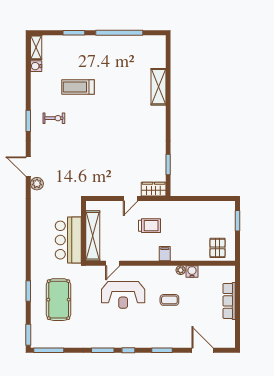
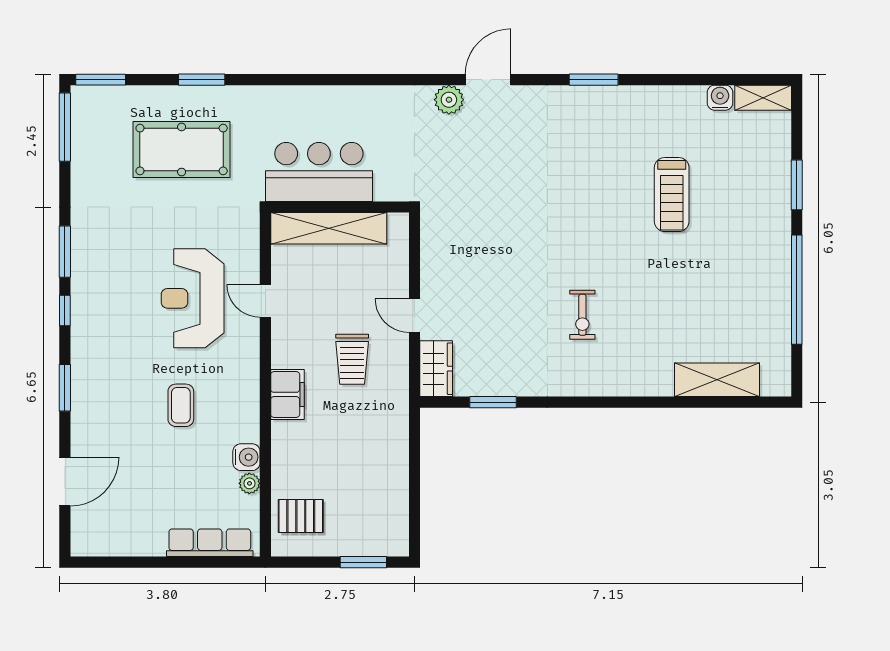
treadmill: (78, 87) -> (672, 195), turned 180
shelving: (158, 87) -> (717, 380), moved
exercise bike: (54, 118) -> (582, 315), moved
filing cabinet: (165, 254) -> (288, 394), width x2.00
door: (113, 263) -> (265, 301), moved
plant: (181, 270) -> (249, 483), moved
row of seats: (229, 301) -> (210, 543), moved

